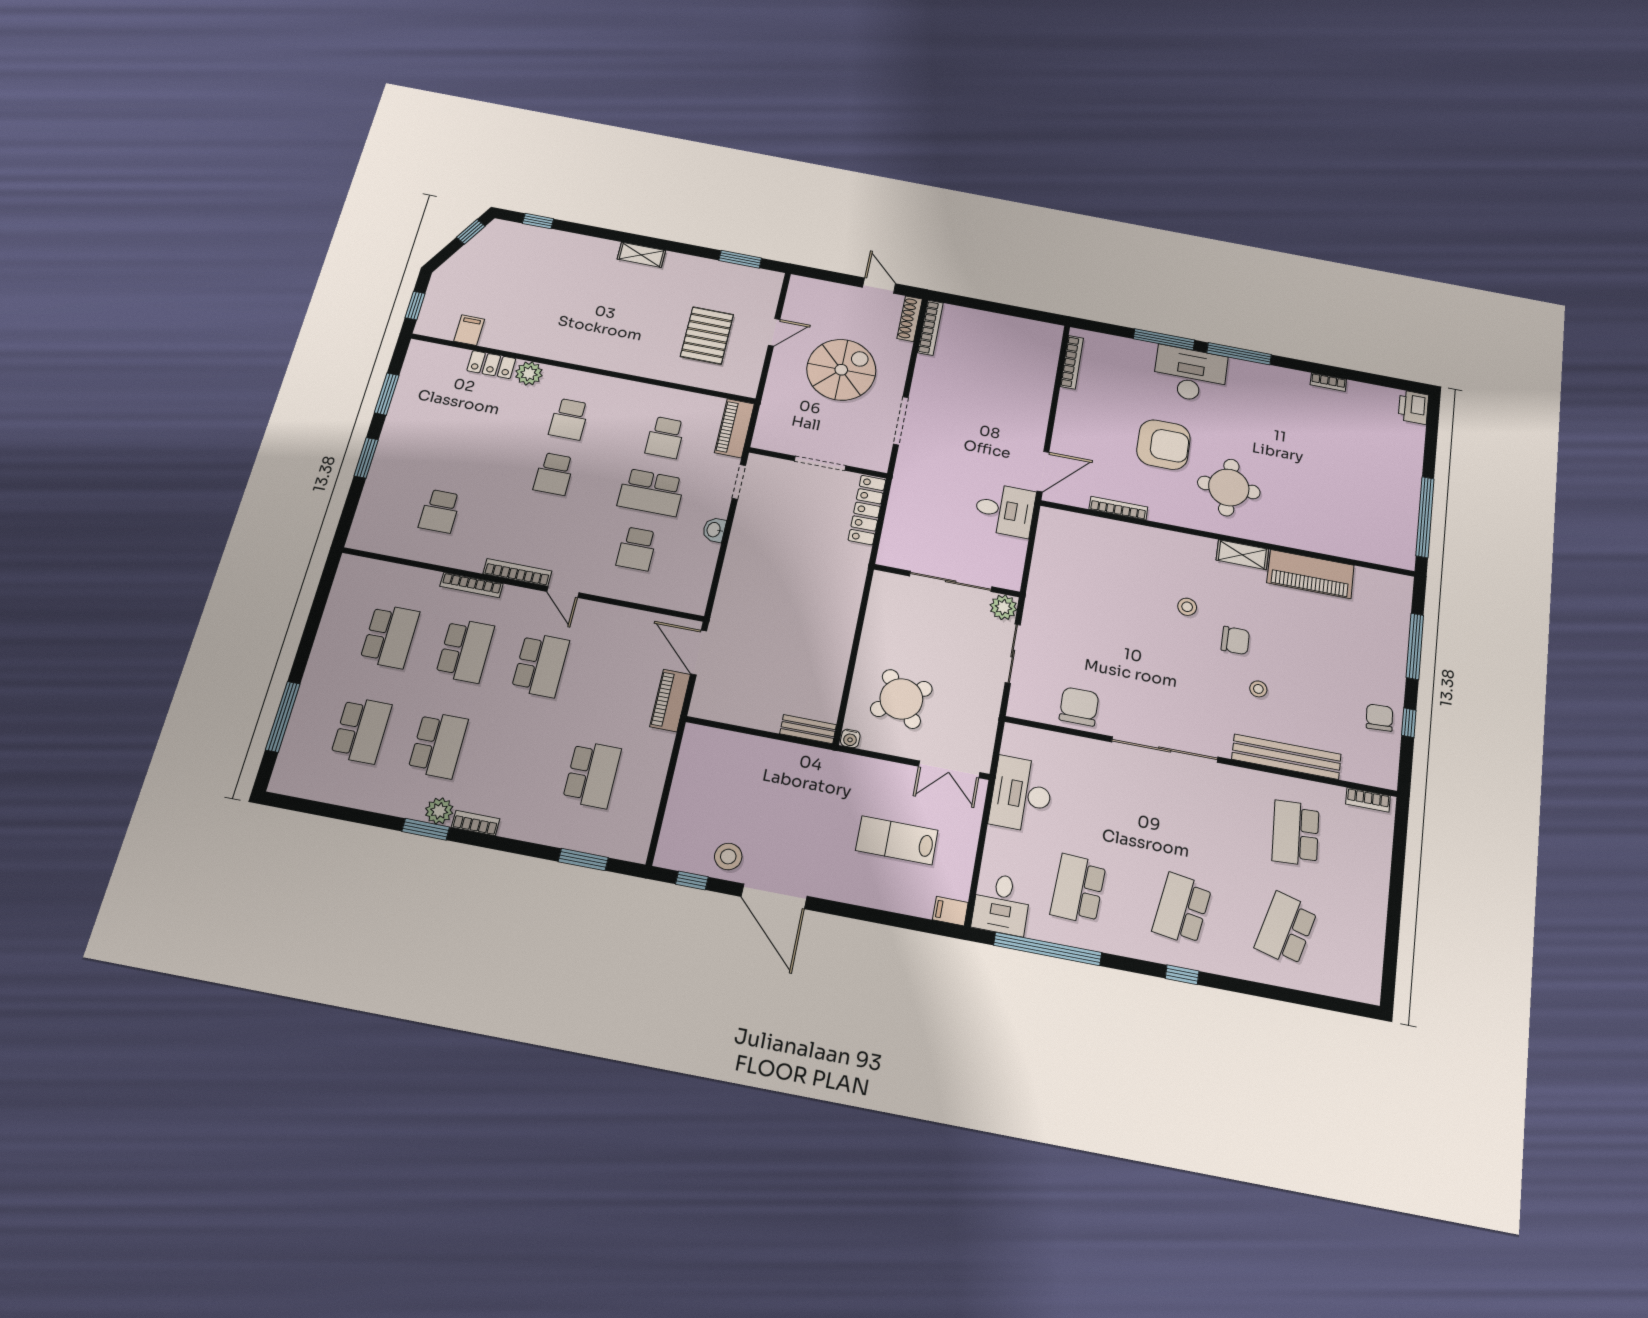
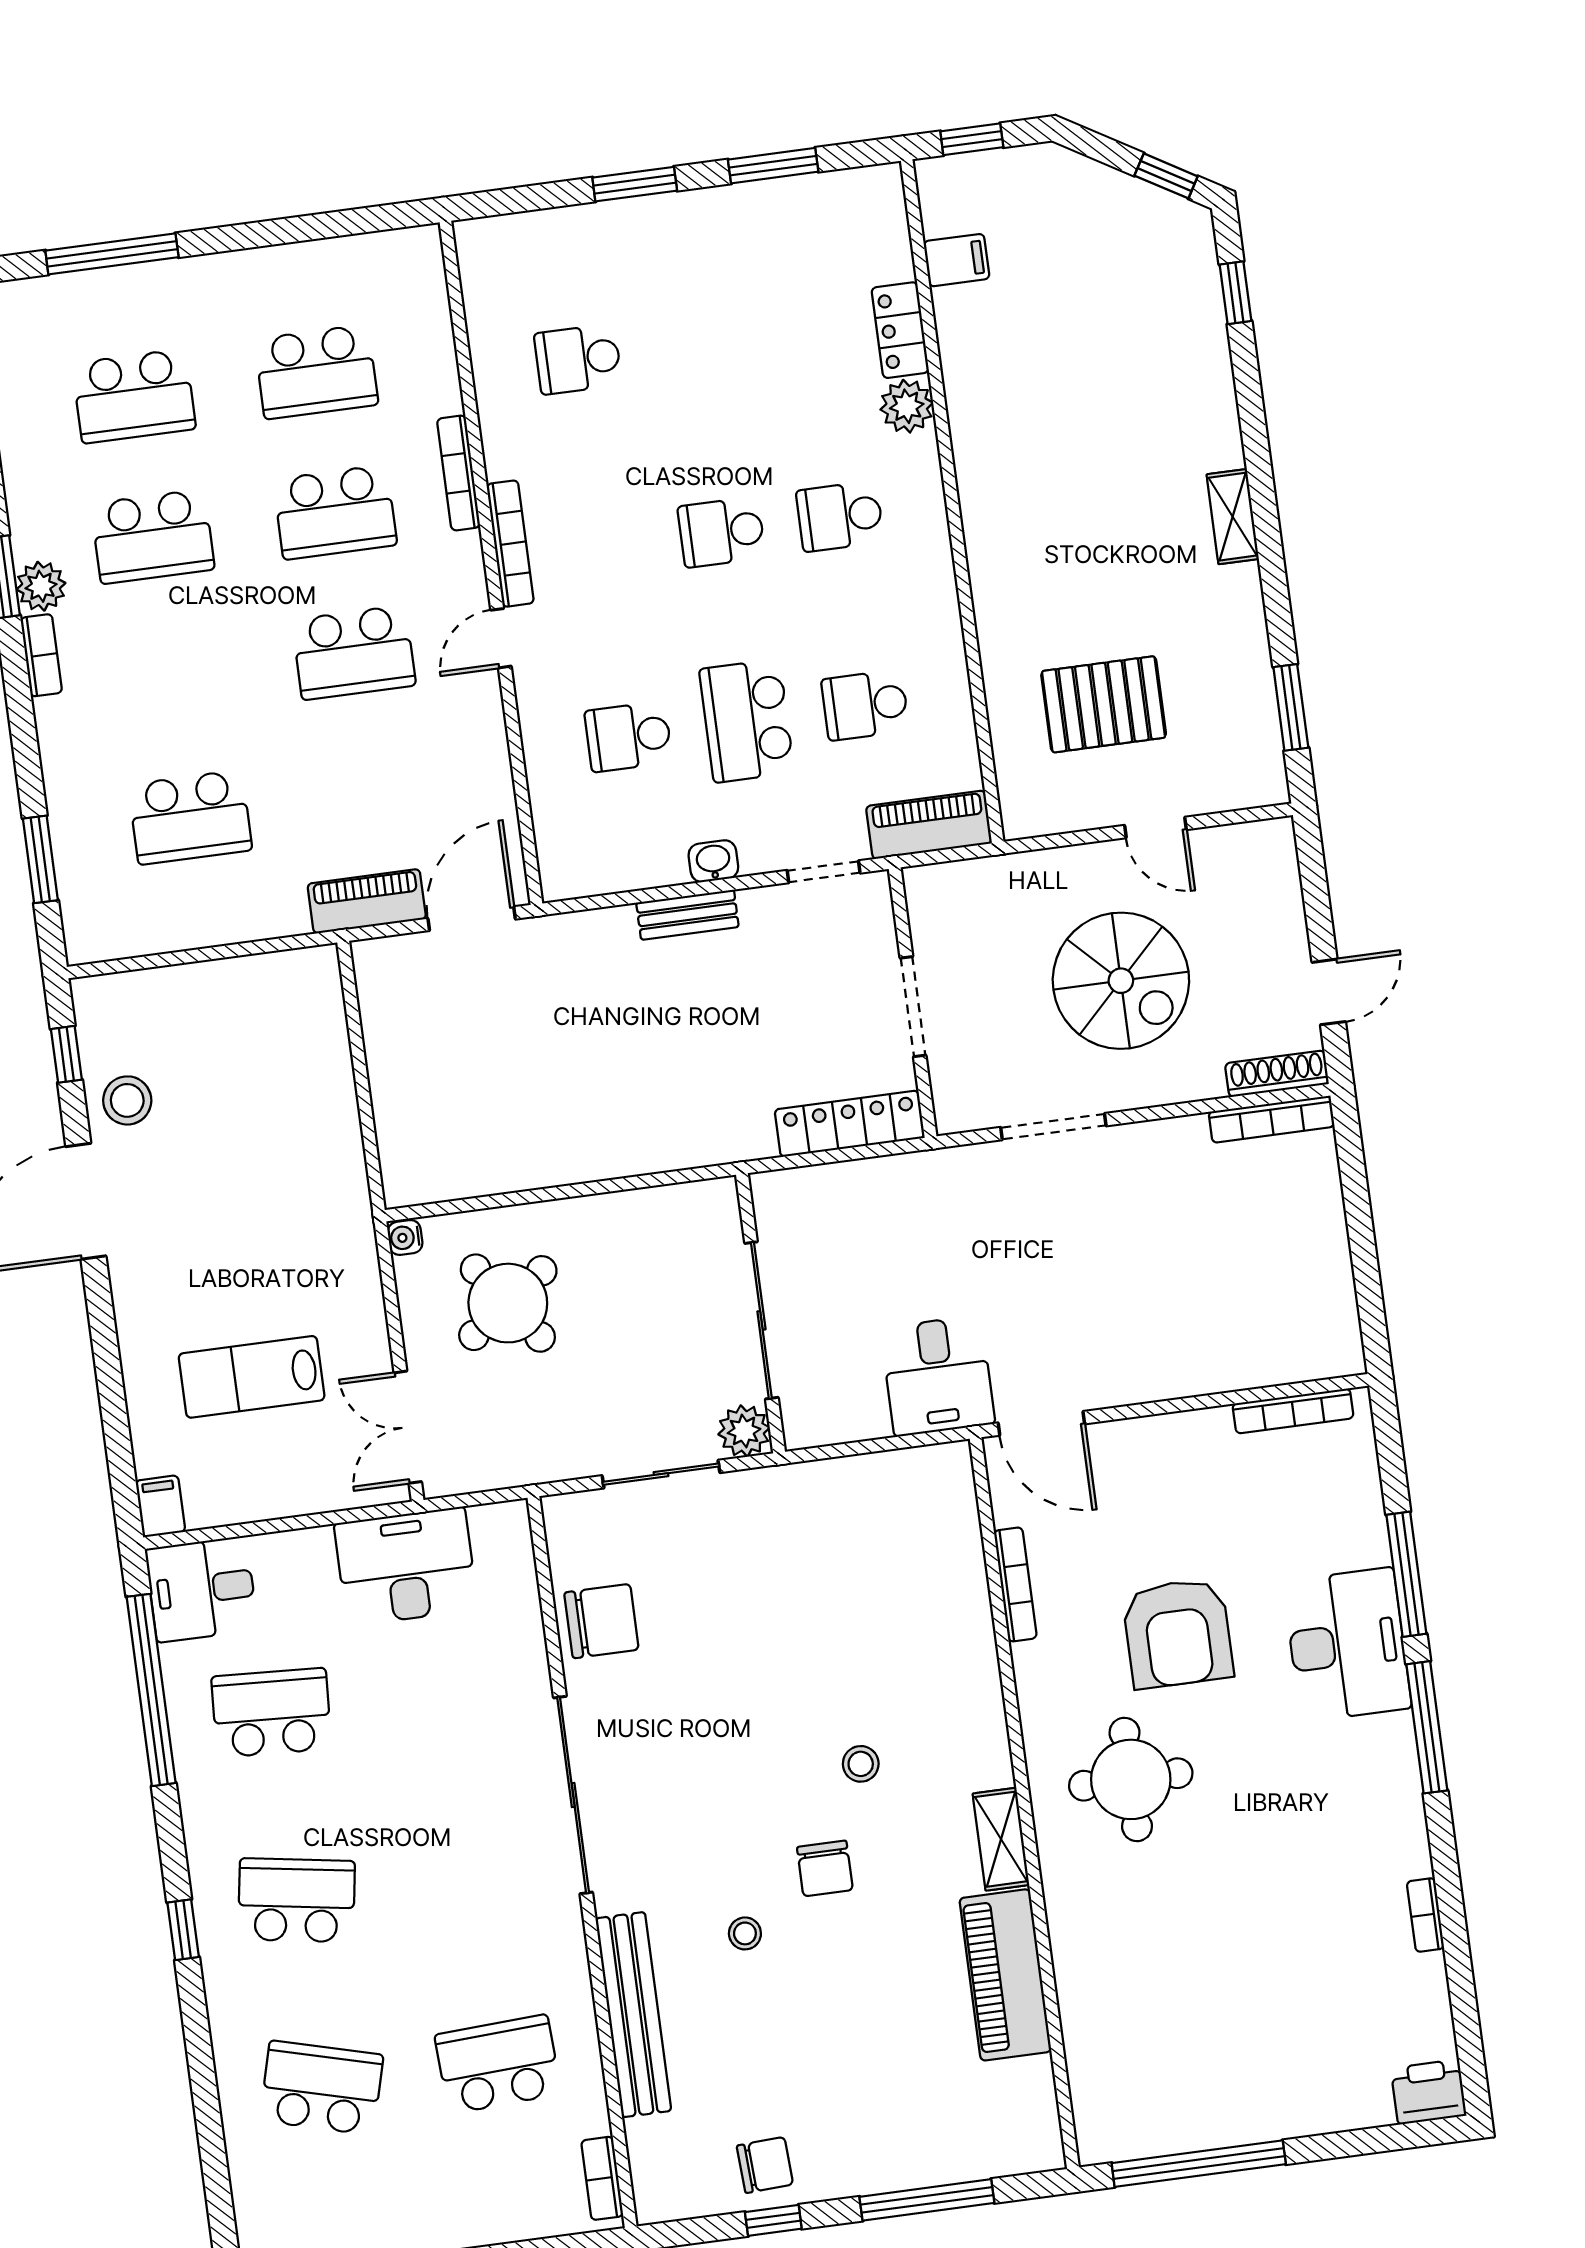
bench: (808, 729) -> (687, 915), moved, turned 90
lab bench: (897, 840) -> (252, 1377), turned -90

